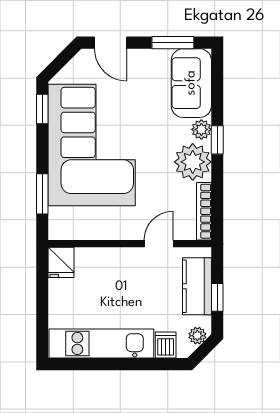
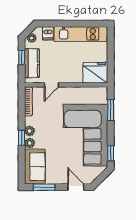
plant: (193, 162) -> (30, 131), width x0.53, depth x0.53
fridge: (61, 262) -> (95, 73), width x1.88, depth x1.34

